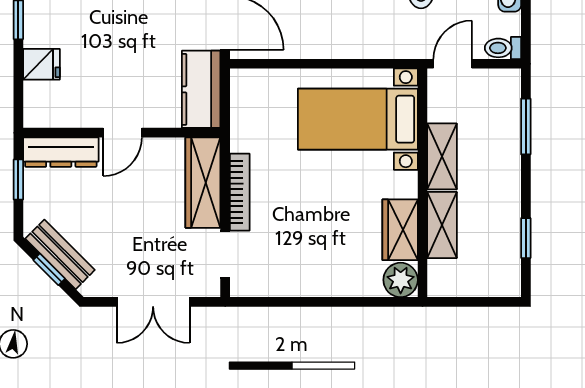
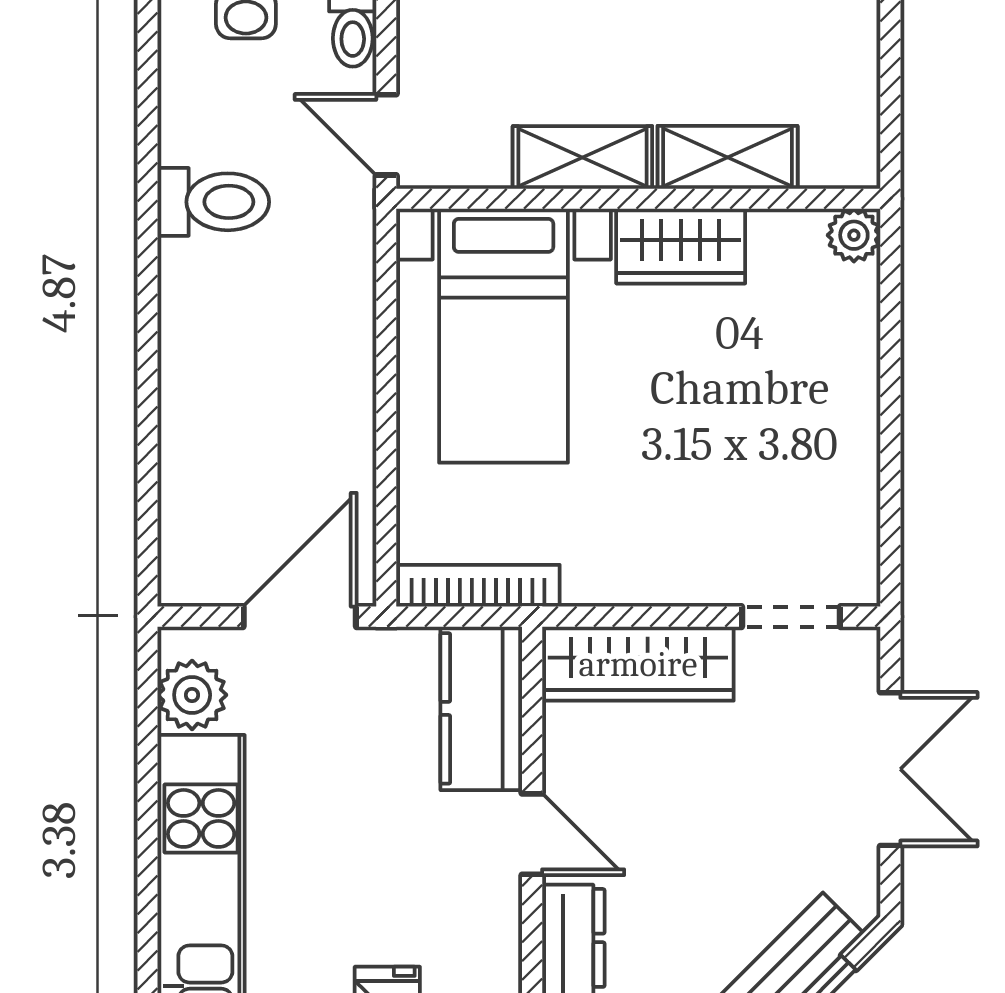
kitchen counter: (201, 89) -> (481, 708), moved, turned 90
bookcase: (240, 192) -> (478, 586), moved
wardrobe: (400, 230) -> (681, 246), moved
plant: (401, 280) -> (854, 235), width x0.73, depth x0.73

